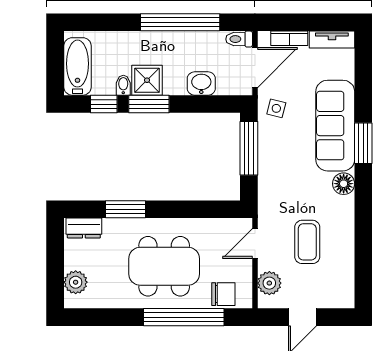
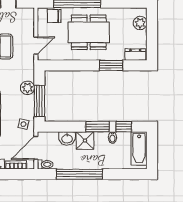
shower: (147, 80) -> (85, 141), moved
plant: (269, 283) -> (27, 88), moved

